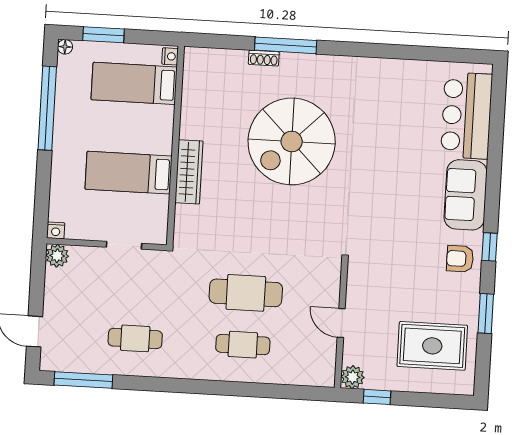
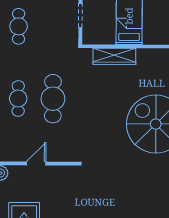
wardrobe: (189, 172) -> (114, 56), moved

